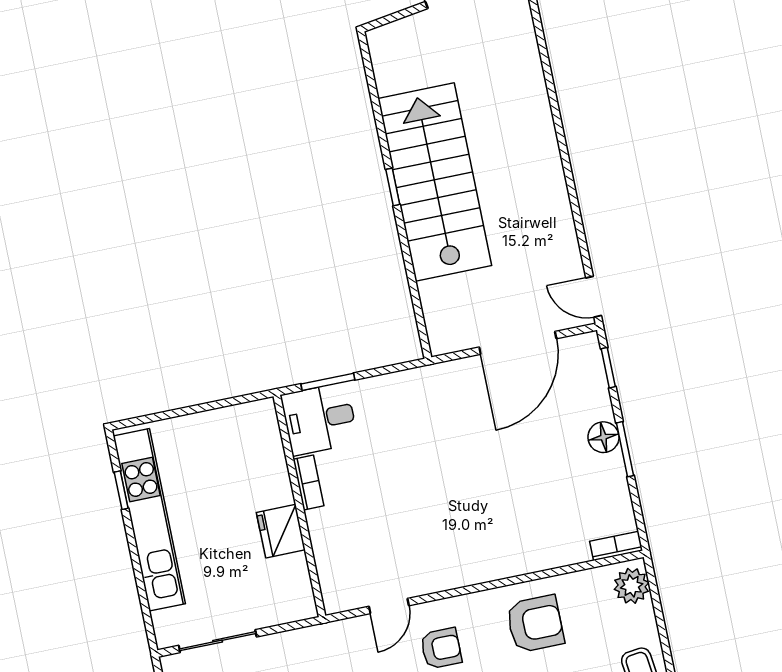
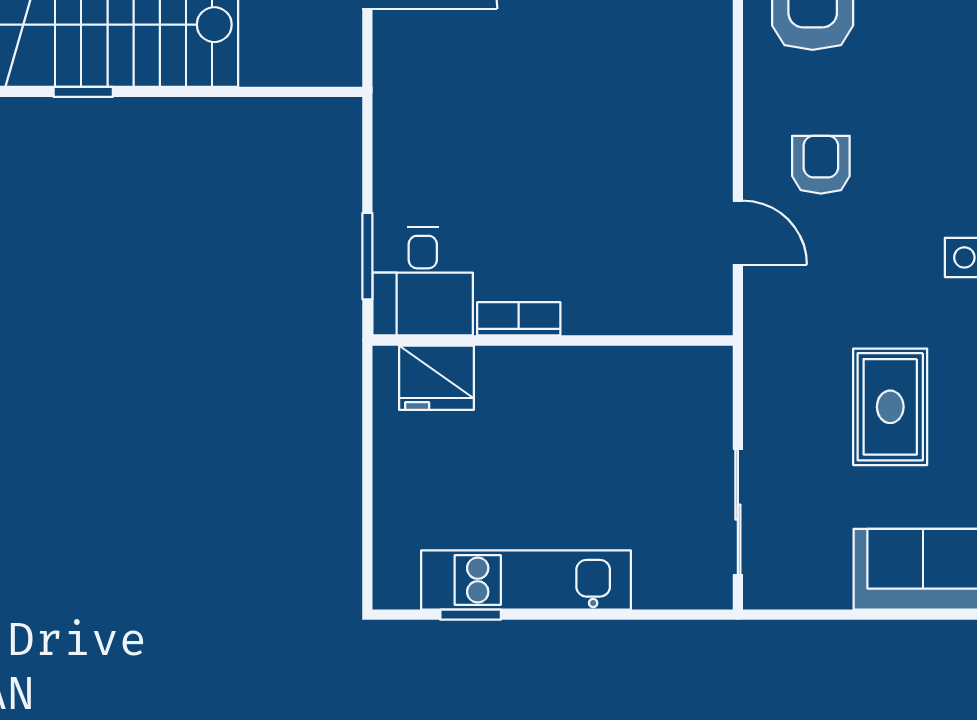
kitchen unit: (149, 520) -> (526, 580), width x0.73
fridge: (281, 531) -> (437, 378), moved

